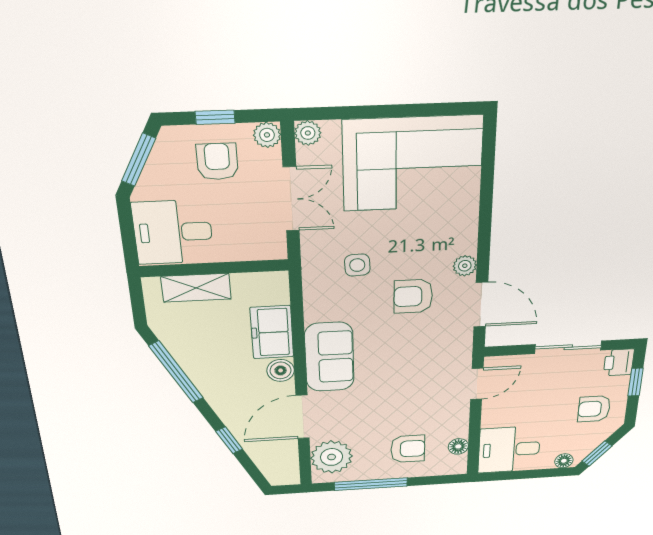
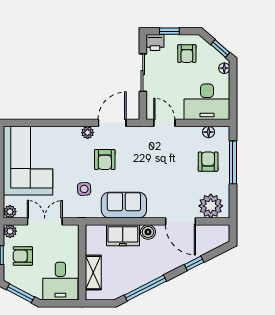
sofa: (329, 357) -> (124, 205), moved
desk: (509, 450) -> (207, 102), width x1.37
window: (371, 484) -> (233, 162), moved

